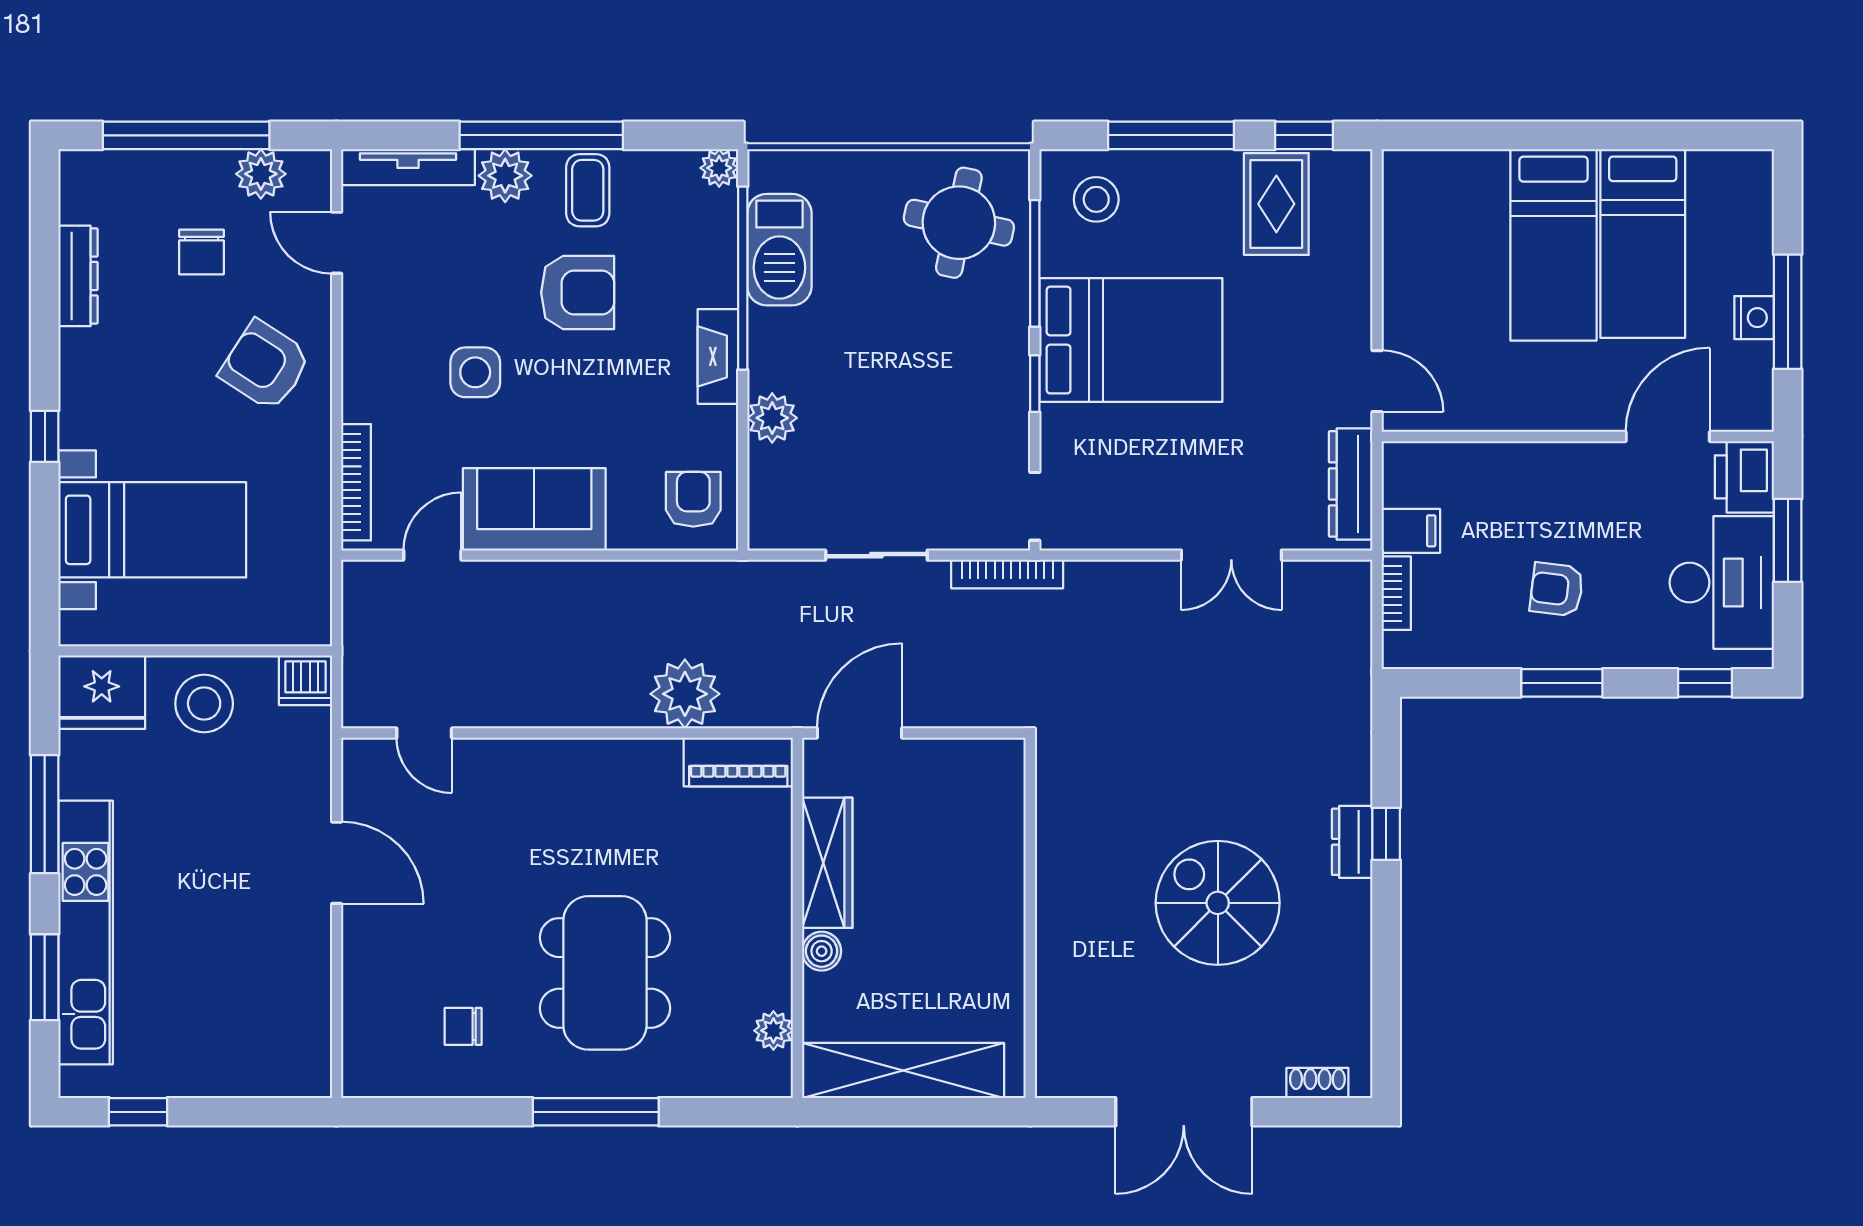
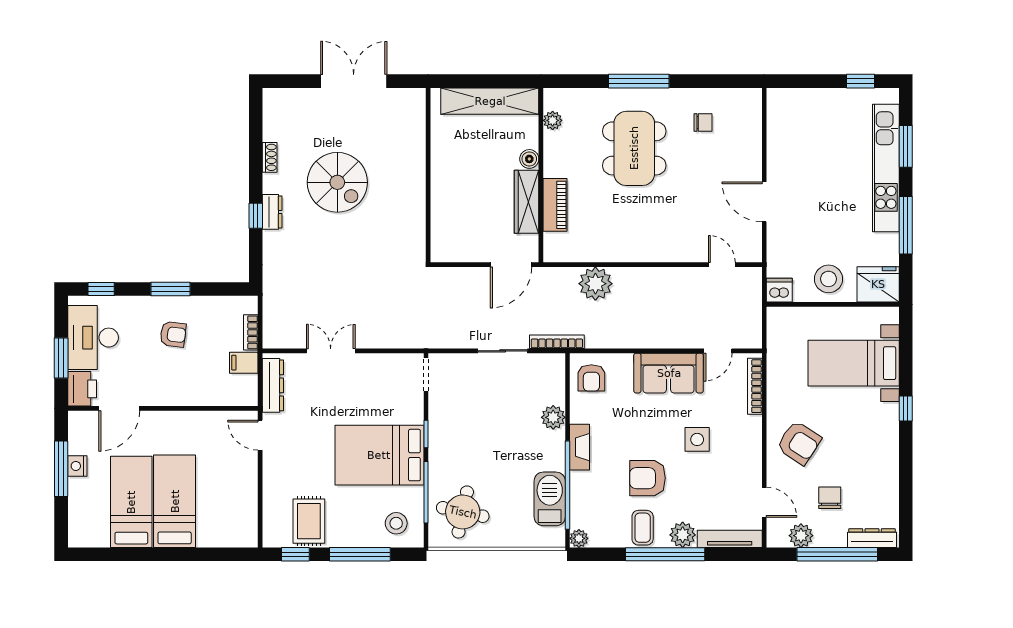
dresser: (78, 276) -> (872, 538), moved, turned 90
bookcase: (1007, 574) -> (557, 342), moved
piano: (738, 762) -> (555, 205), moved, turned 90
shoe rack: (1317, 1083) -> (270, 157), moved, turned -90

